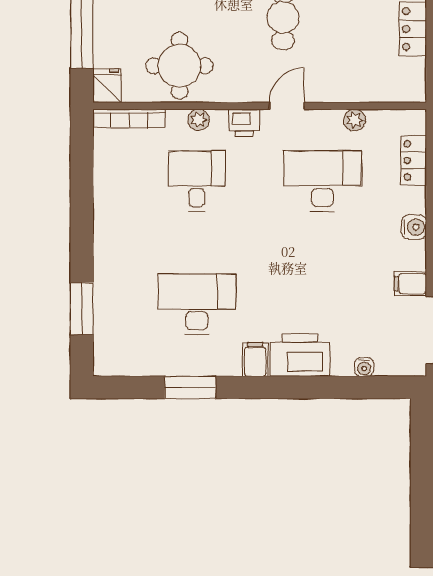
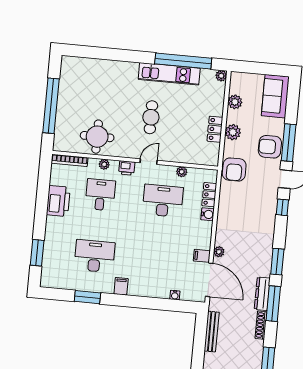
fridge: (107, 86) -> (60, 143), removed
water cooler: (414, 227) -> (208, 214), moved
printer: (300, 355) -> (58, 201), moved, turned 90

